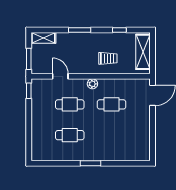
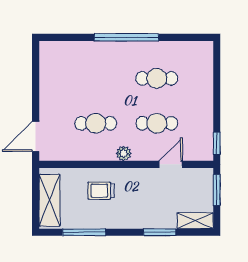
window: (80, 30) -> (160, 232), moved
window: (119, 30) -> (84, 232), width x2.17
door: (60, 76) -> (171, 164), swing flipped
window: (90, 163) -> (126, 37), width x2.11

